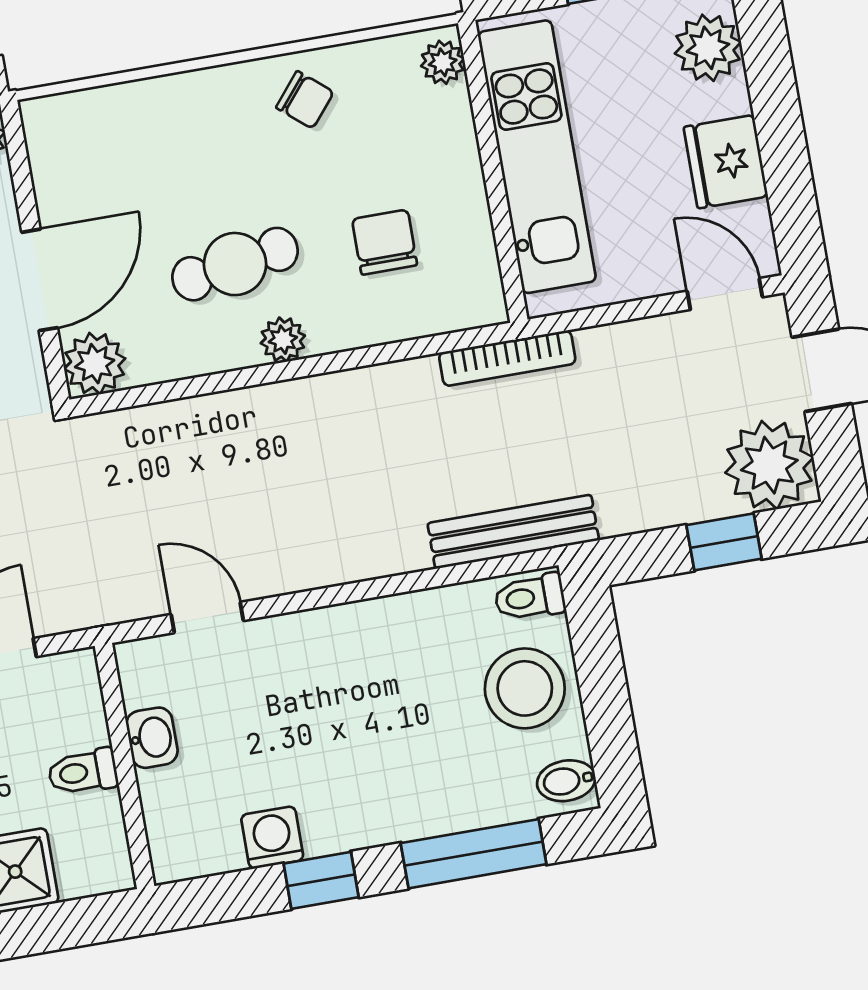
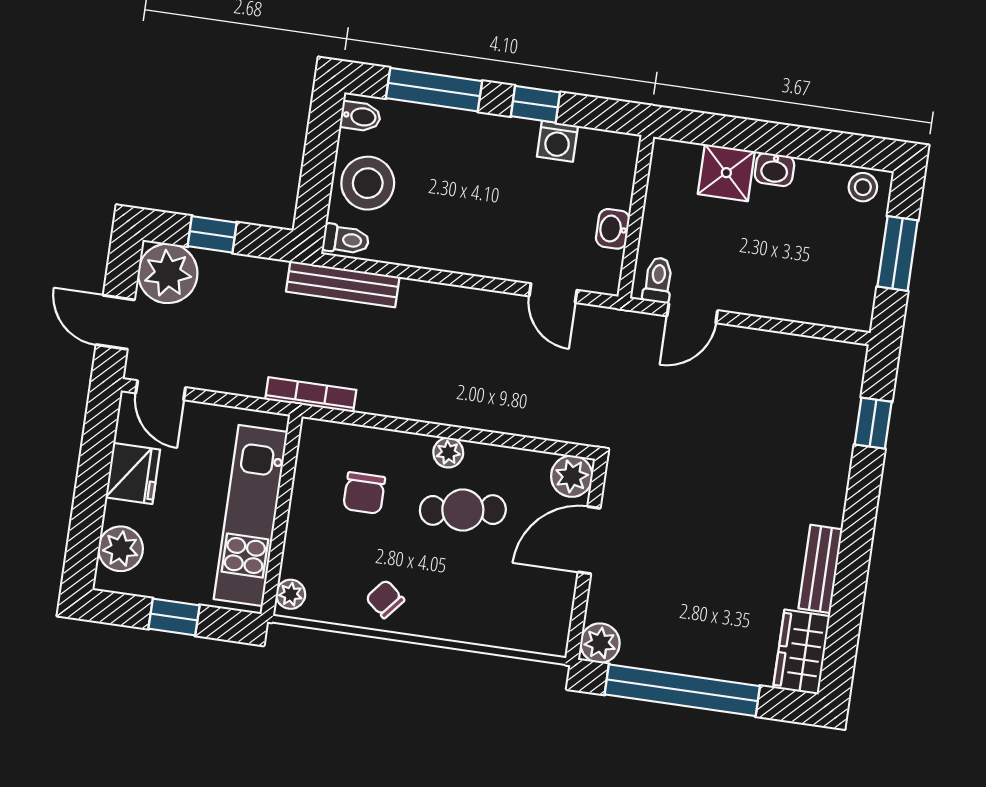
toilet: (83, 772) -> (658, 280), moved, turned -90

